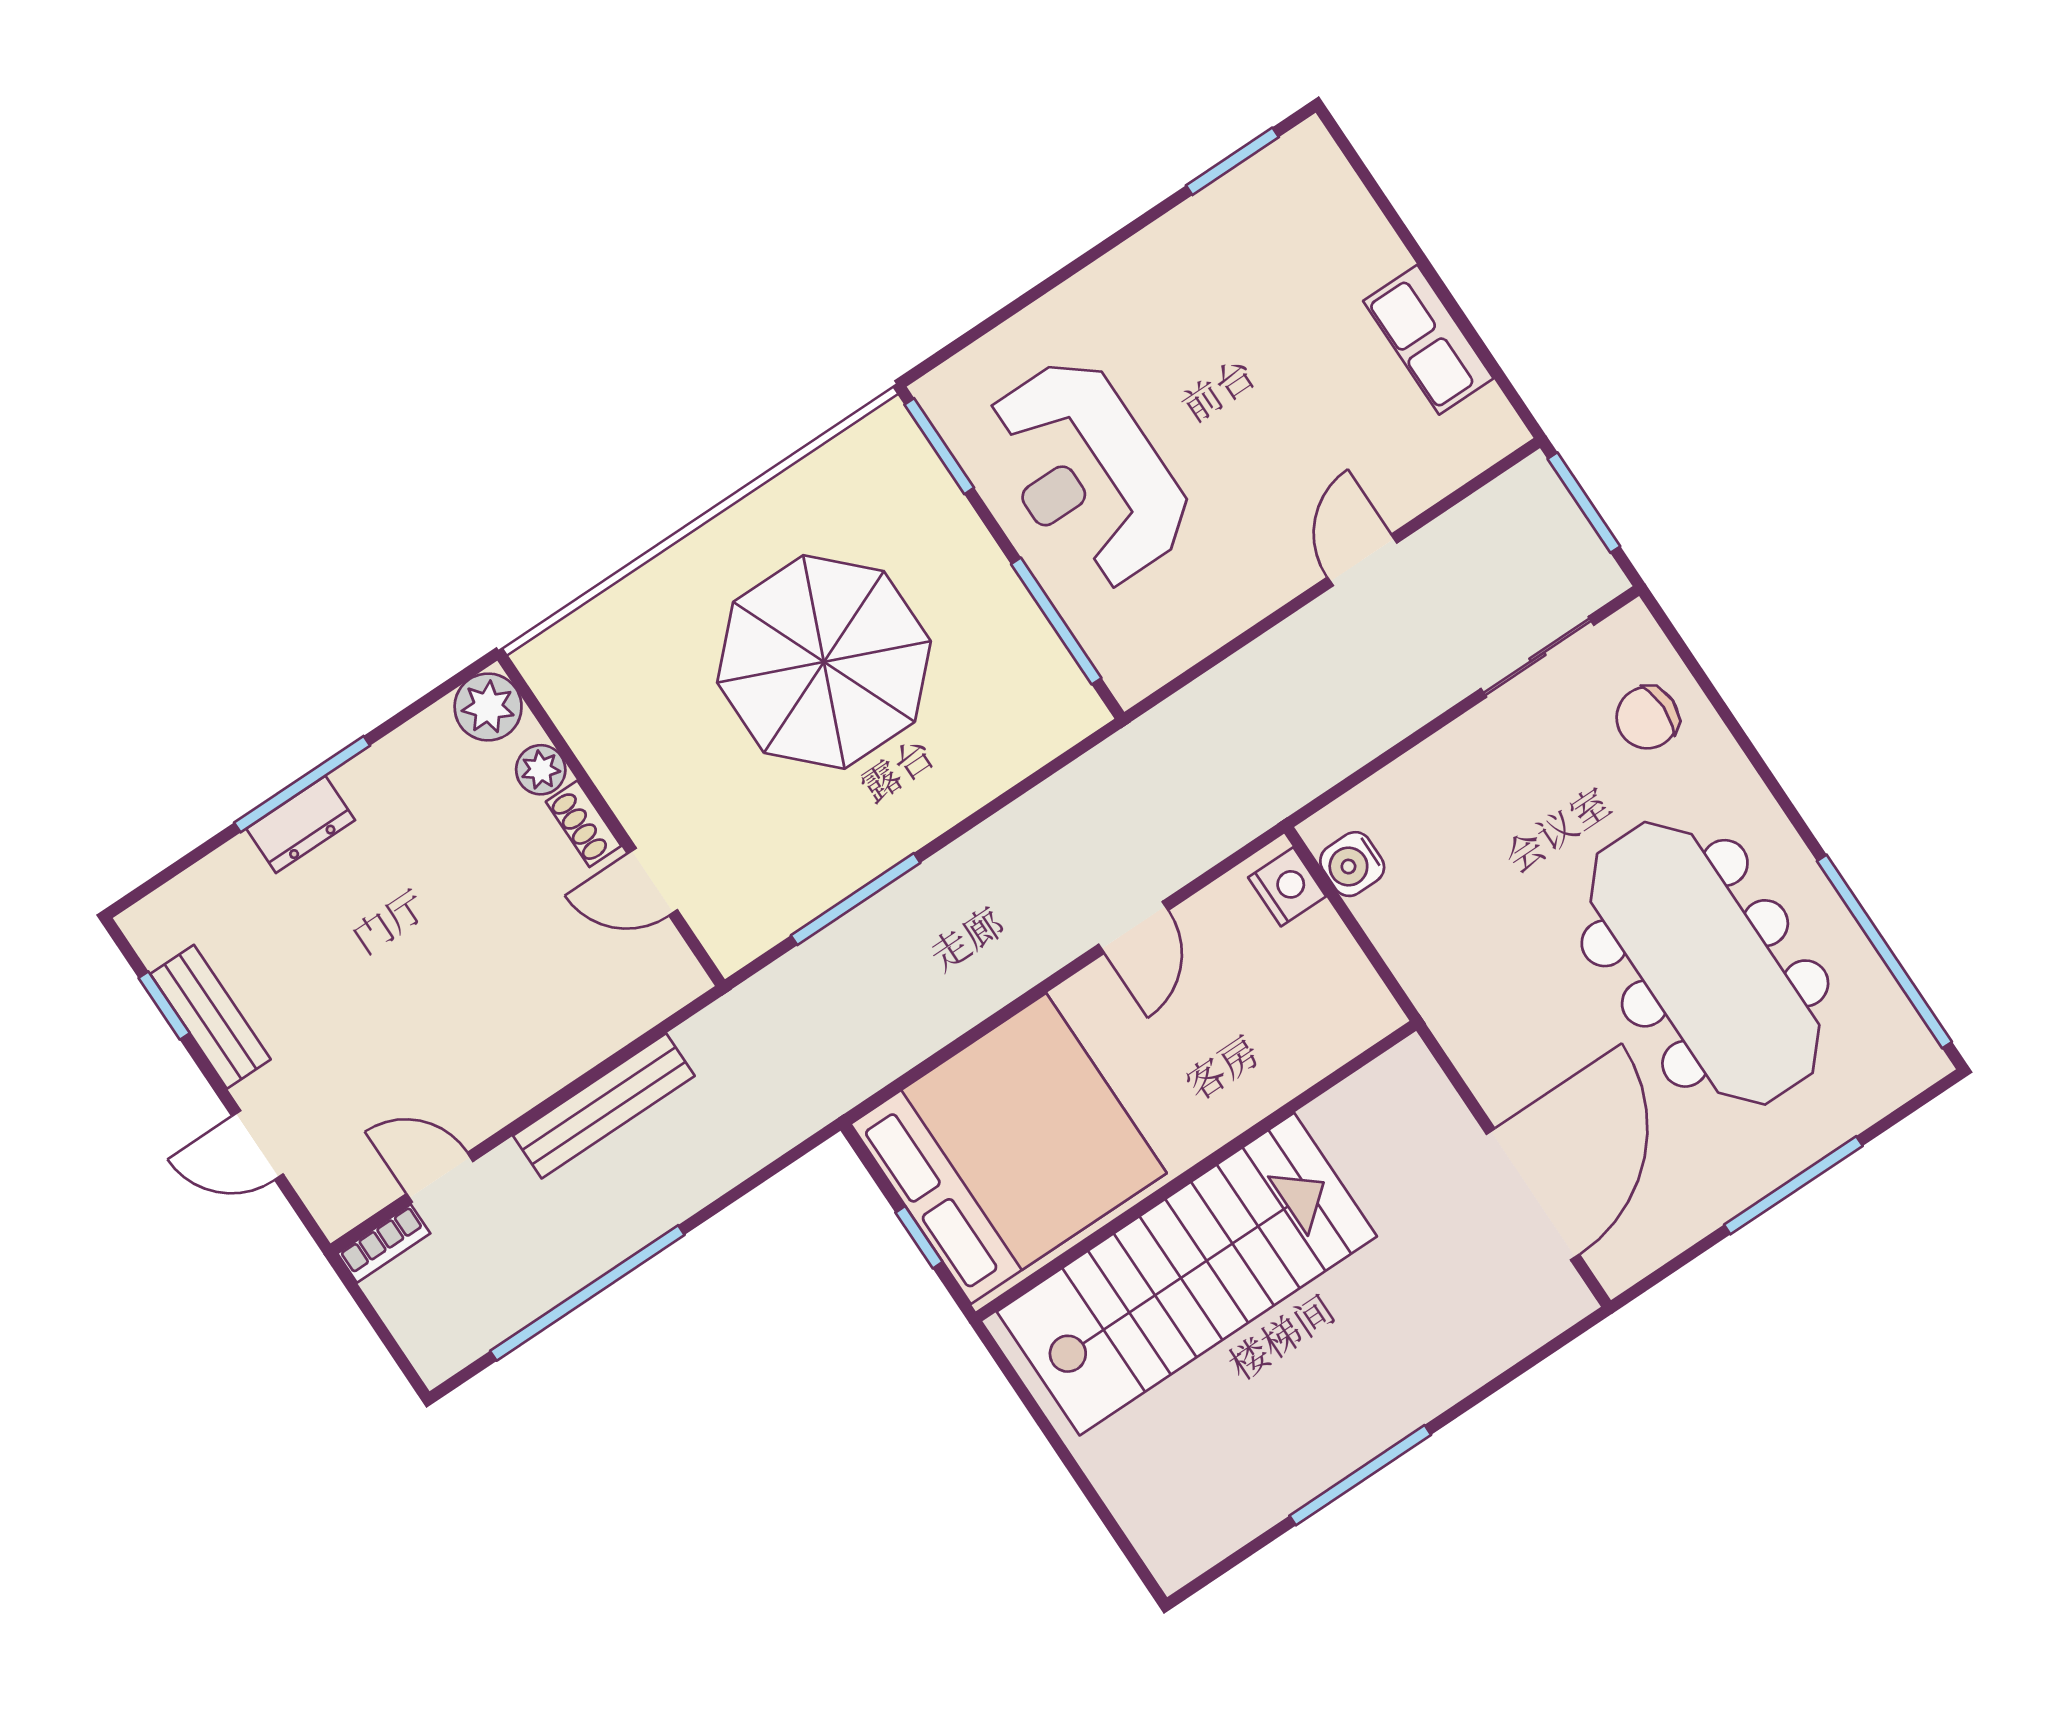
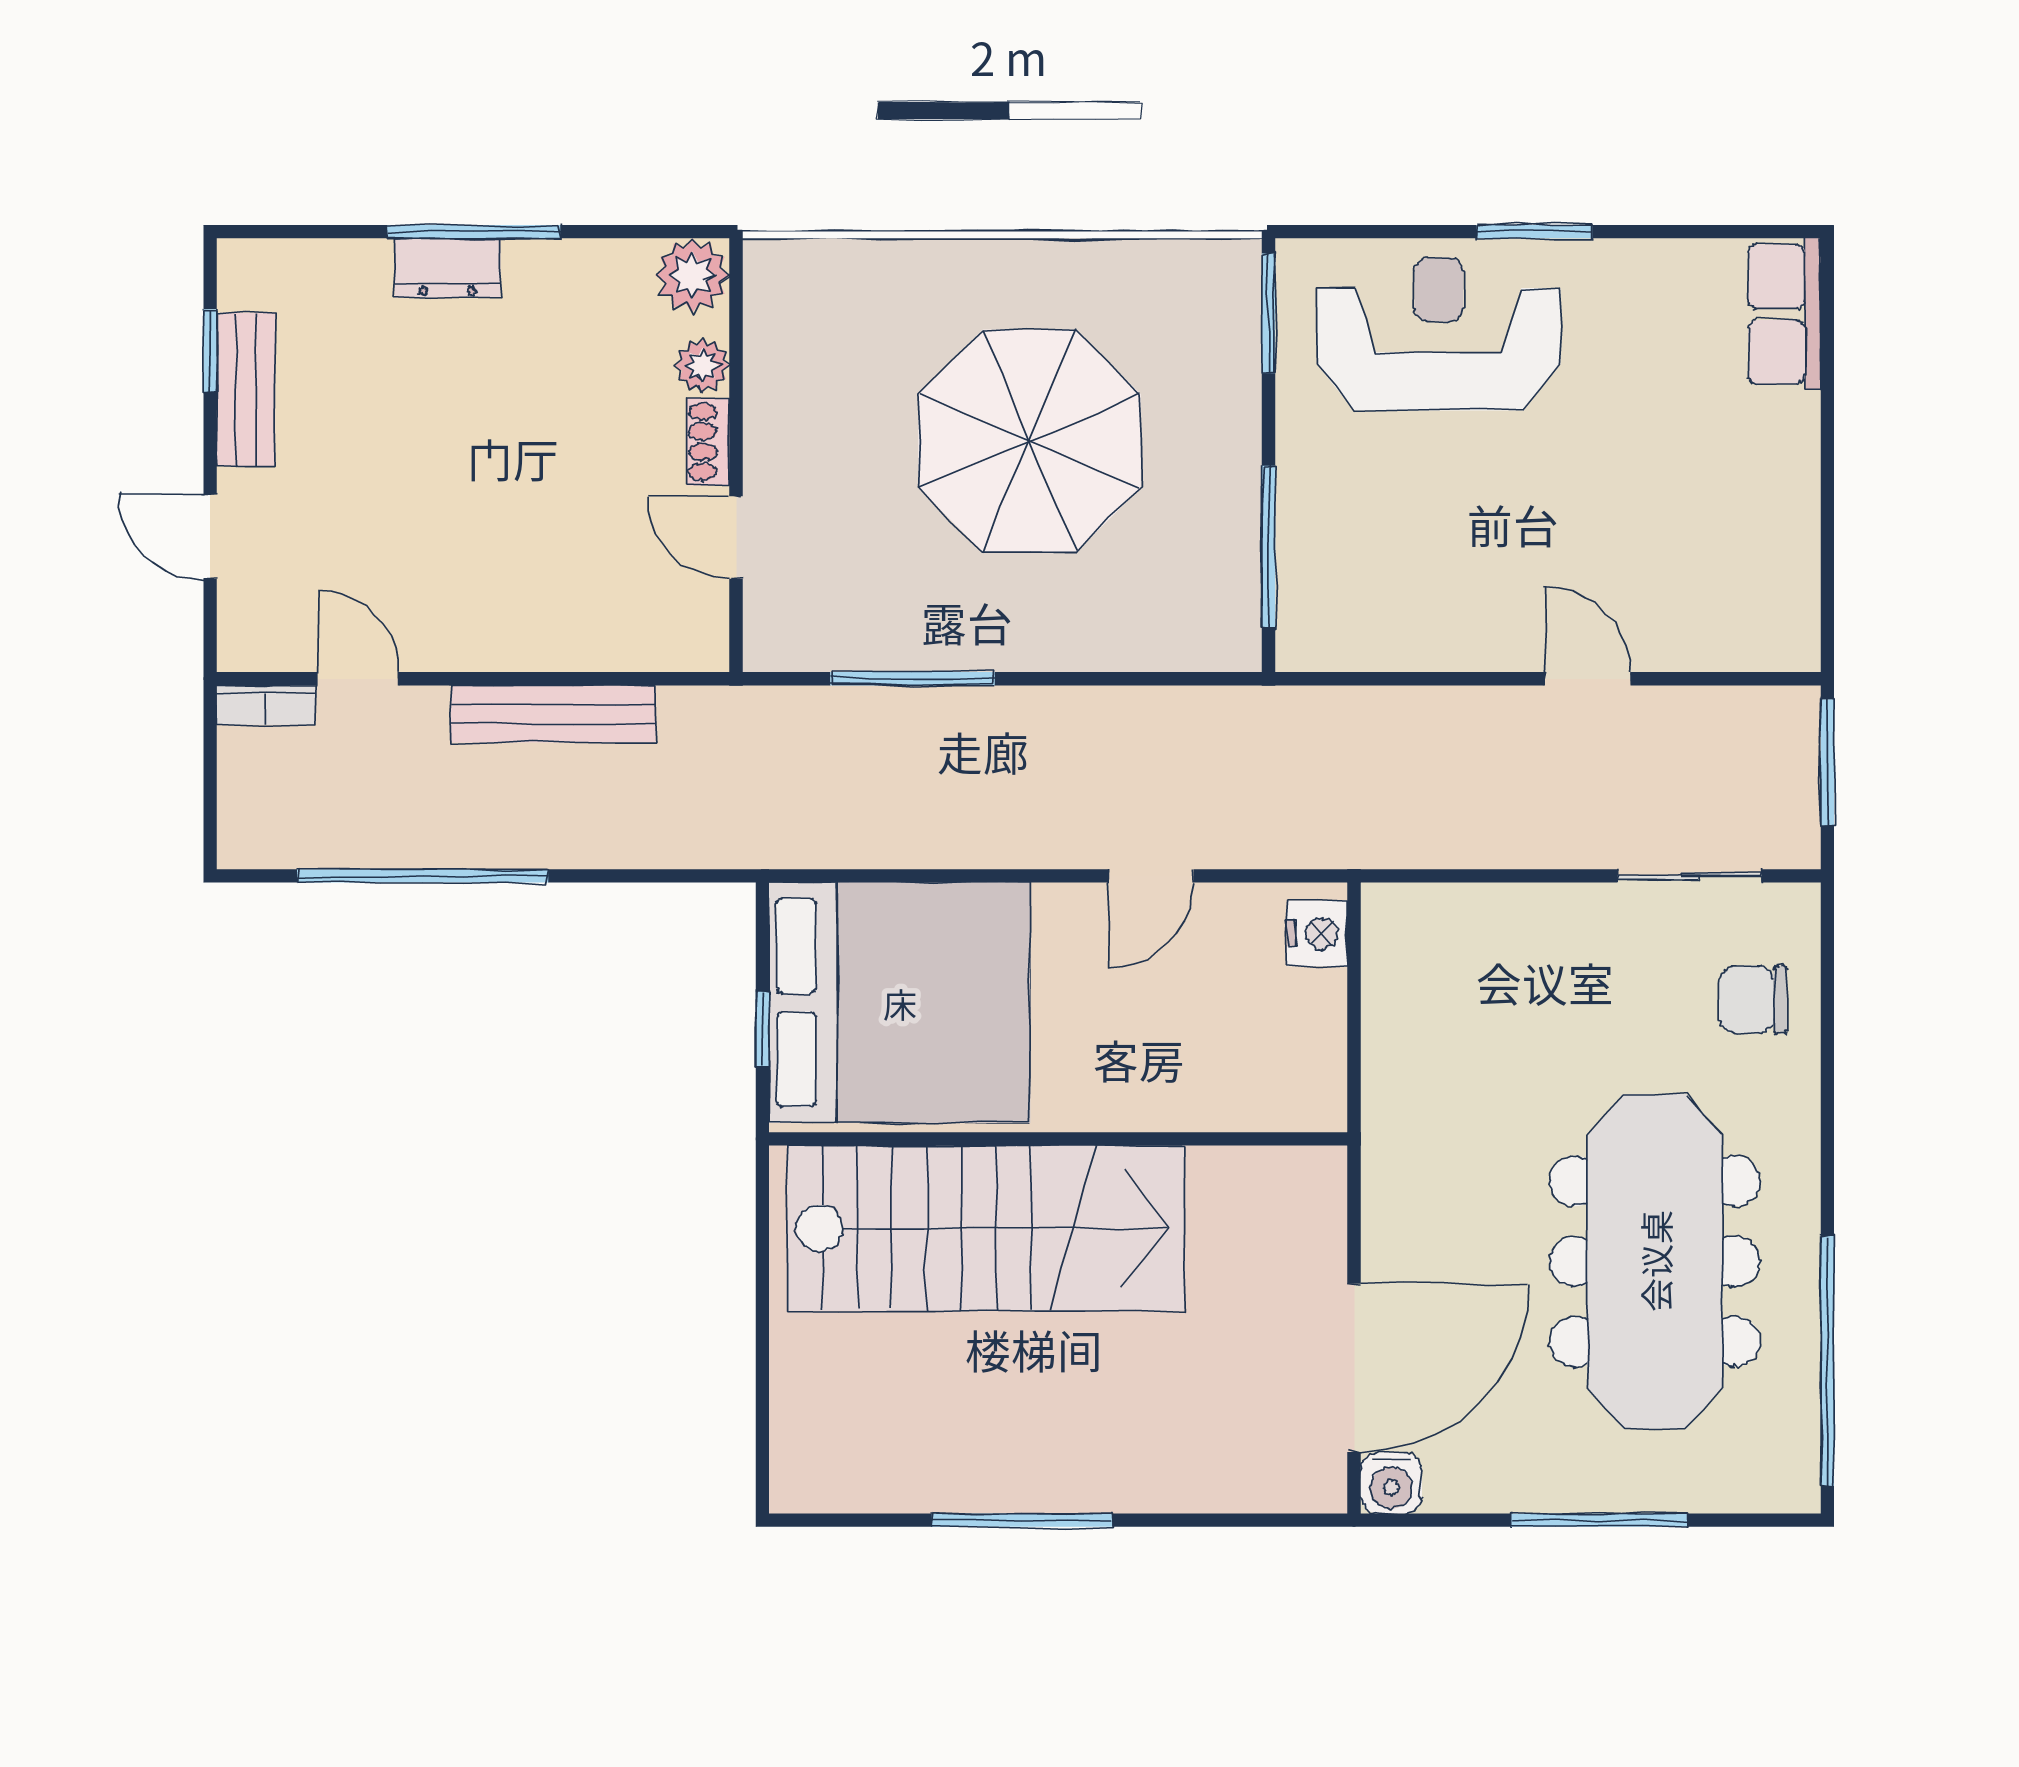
window: (1232, 161) -> (1534, 232), moved
row of seats: (1428, 340) -> (1784, 314), moved
reception desk: (1087, 474) -> (1439, 334), moved, turned 90
door: (1362, 560) -> (1588, 679), hinge flipped
water cooler: (1352, 864) -> (1391, 1483), moved, turned -90

